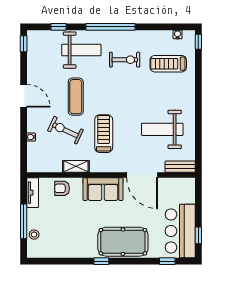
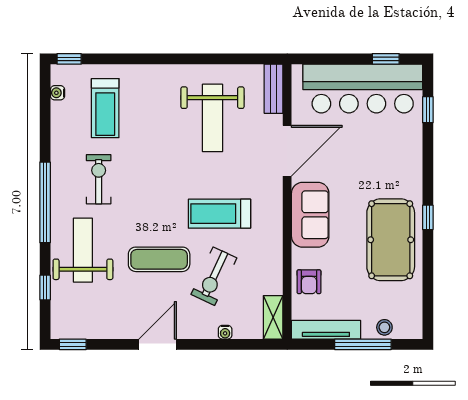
shelving: (76, 166) -> (273, 317), moved
tv unit: (33, 193) -> (326, 330), width x1.41
bar counter: (180, 231) -> (363, 89), width x1.36
pool table: (123, 242) -> (391, 240), moved

